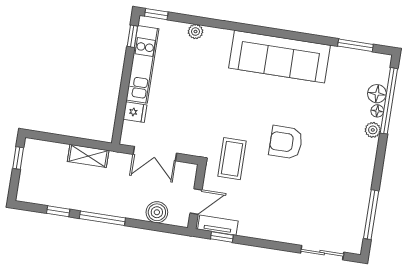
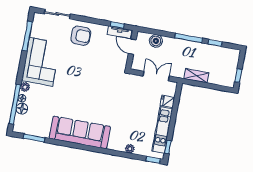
armchair: (286, 142) -> (81, 36), moved
coffee table: (232, 159) -> (110, 72), removed
corner sofa: (347, 173) -> (41, 62), added
door: (196, 202) -> (132, 47), hinge flipped

